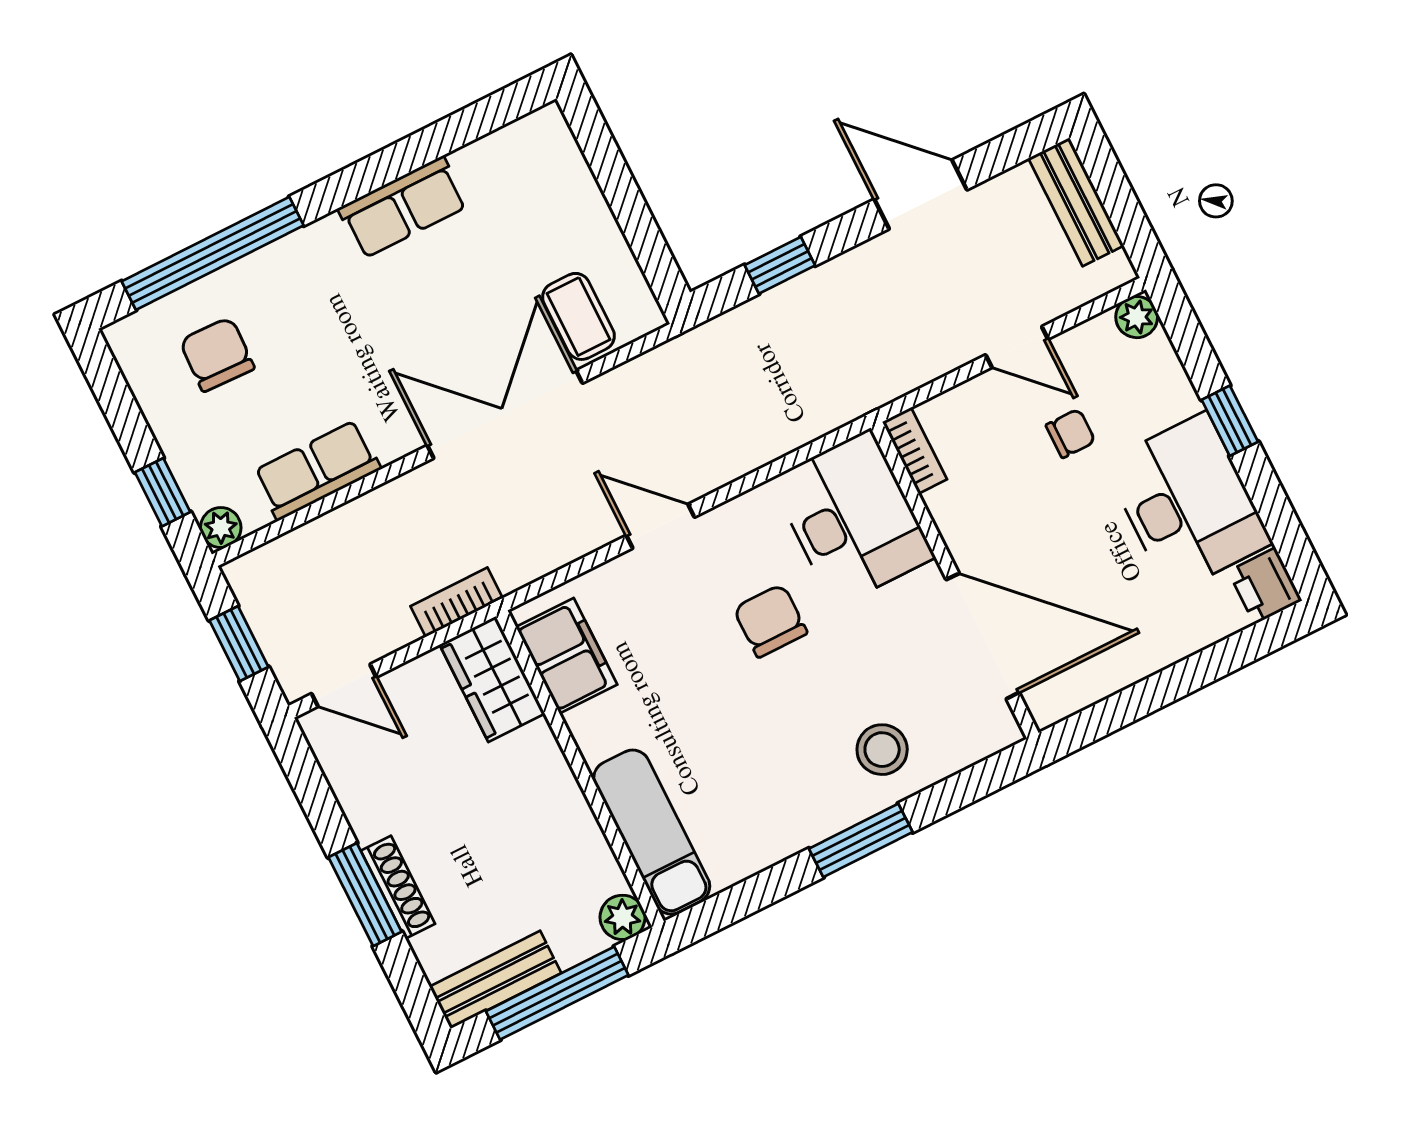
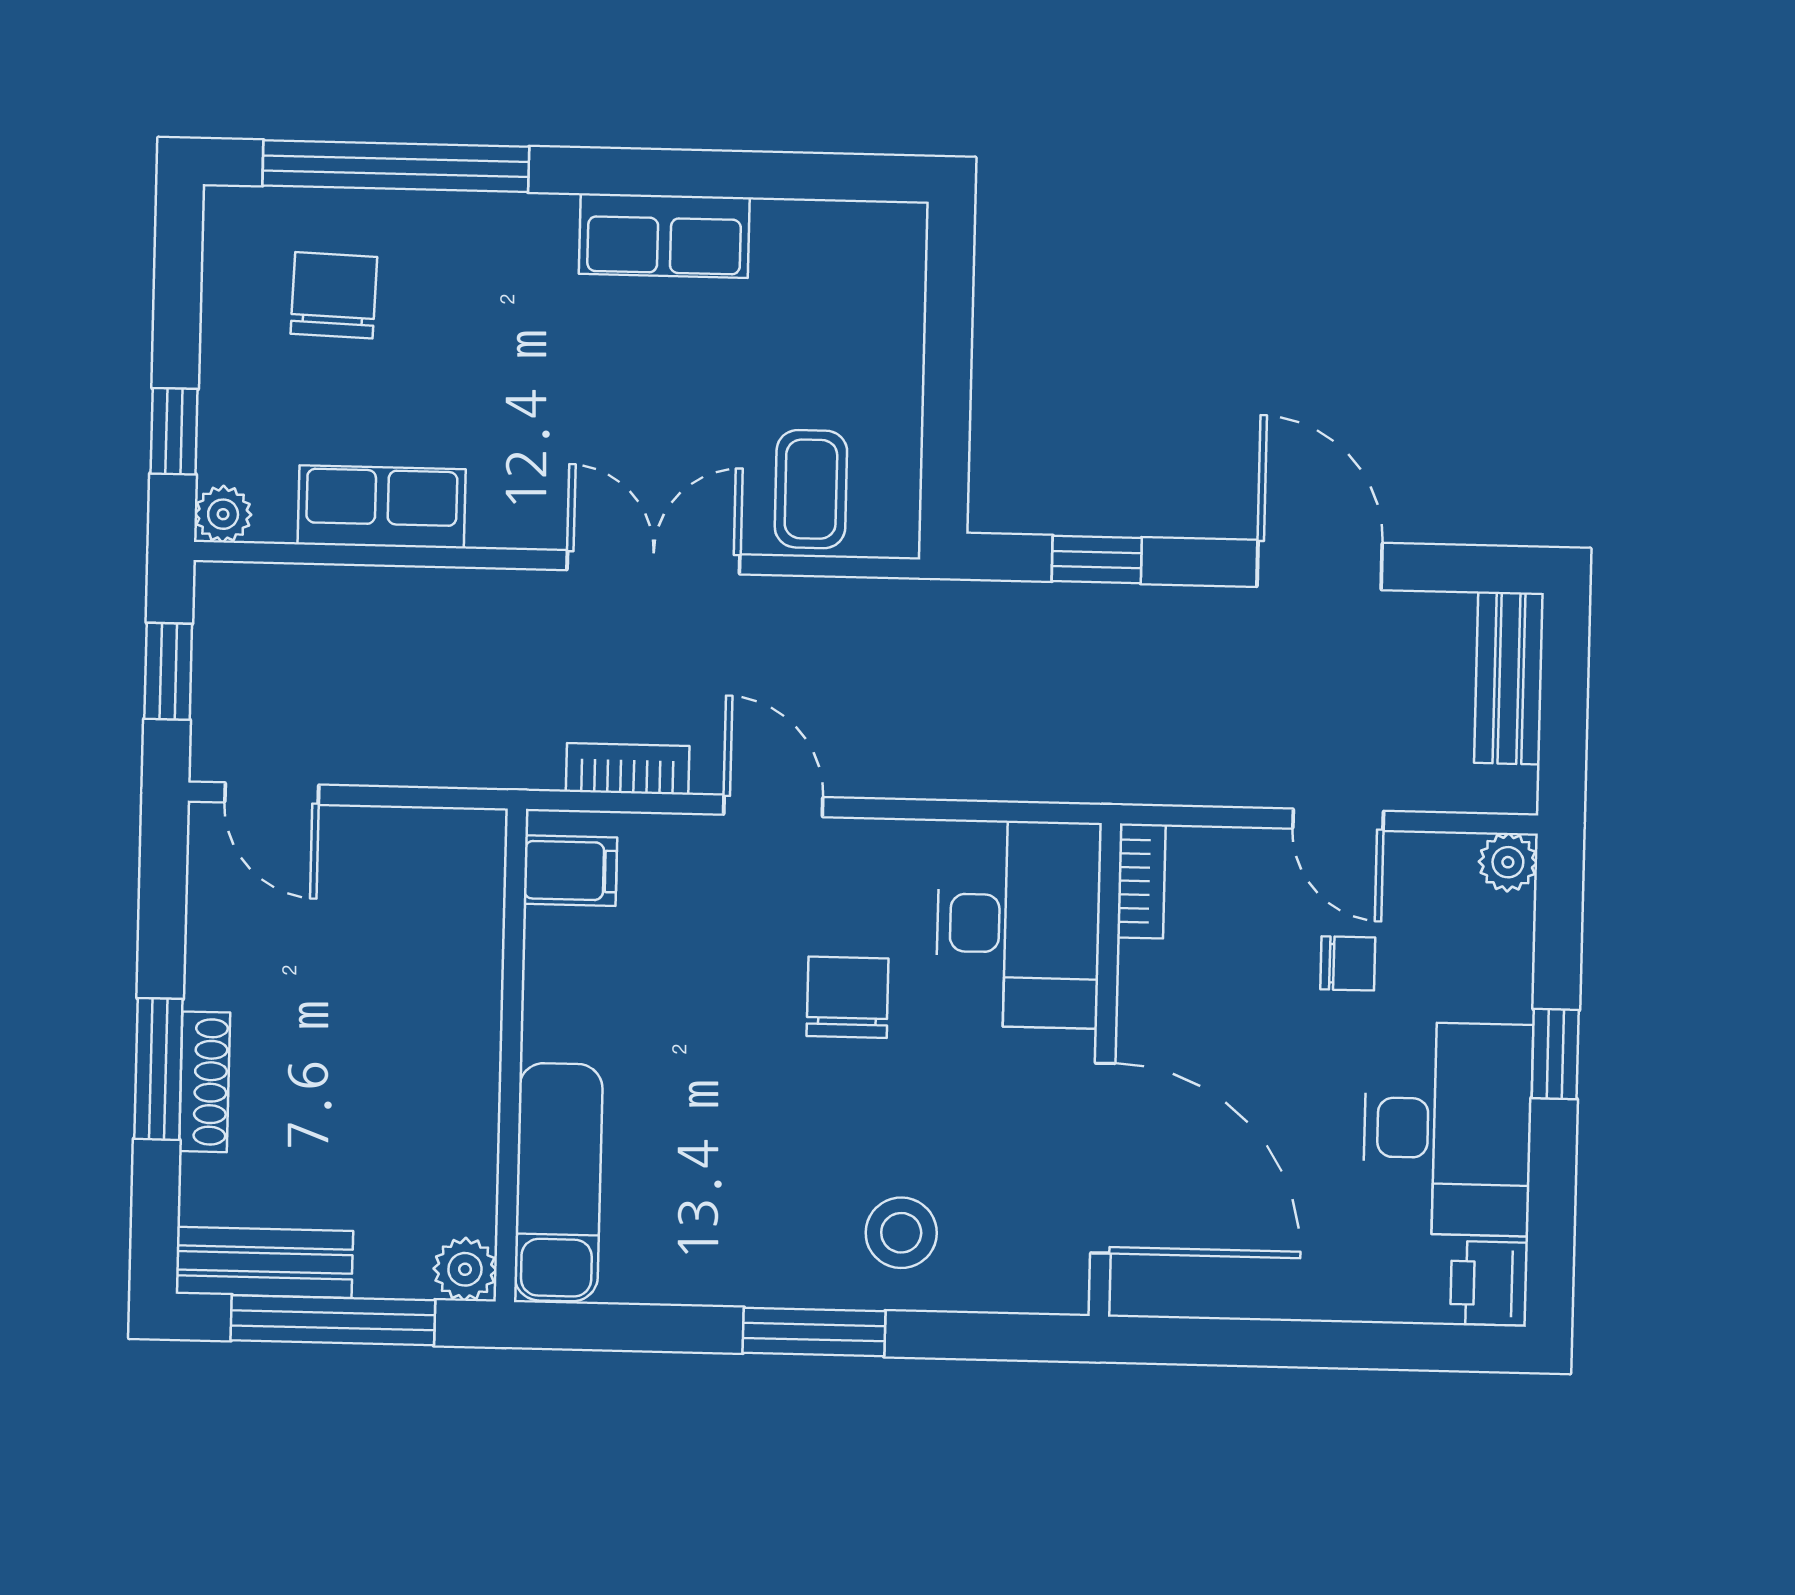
double door: (505, 414) -> (654, 562), width x0.73
bookcase: (457, 602) -> (628, 769), moved
filing cabinet: (566, 656) -> (570, 871), width x0.50
wardrobe: (492, 679) -> (461, 885), removed

